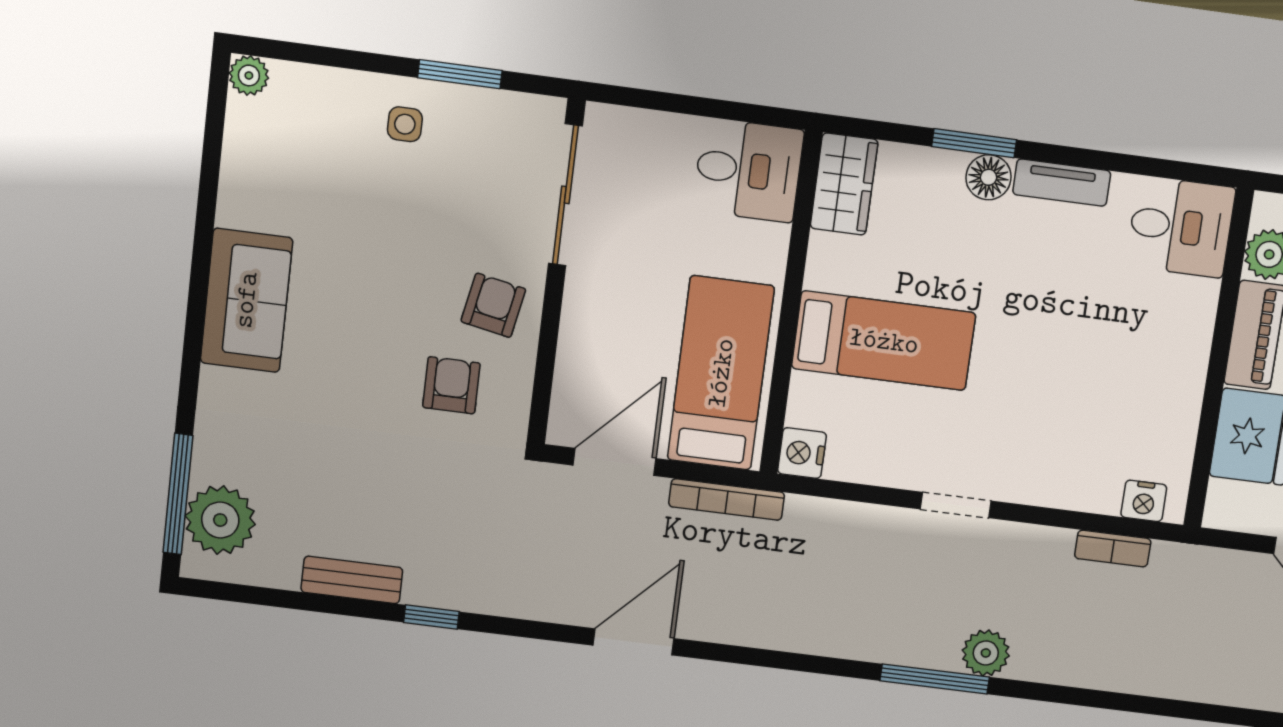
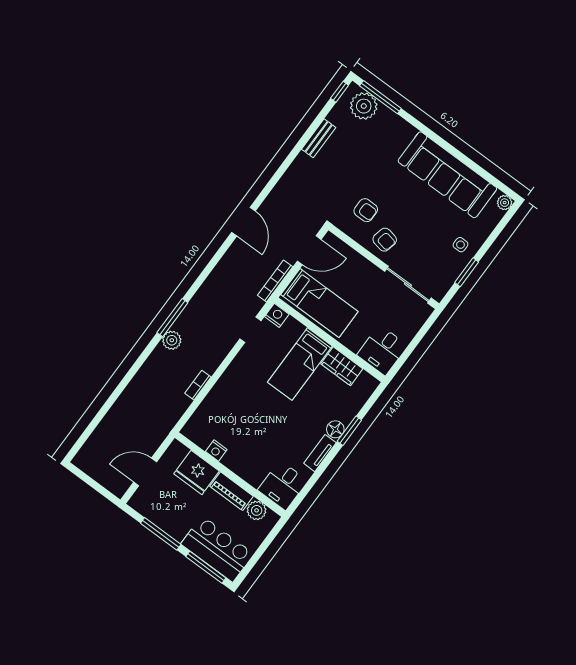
wardrobe: (844, 184) -> (342, 366), moved
sofa: (246, 300) -> (447, 175), width x1.85, depth x1.27
door: (615, 462) -> (309, 250), hinge flipped
nightstand: (1144, 501) -> (216, 451), moved, turned -90
doorway: (956, 505) -> (250, 330), moved
bookcase: (1113, 549) -> (198, 385), moved
window: (431, 617) -> (340, 92), moved

